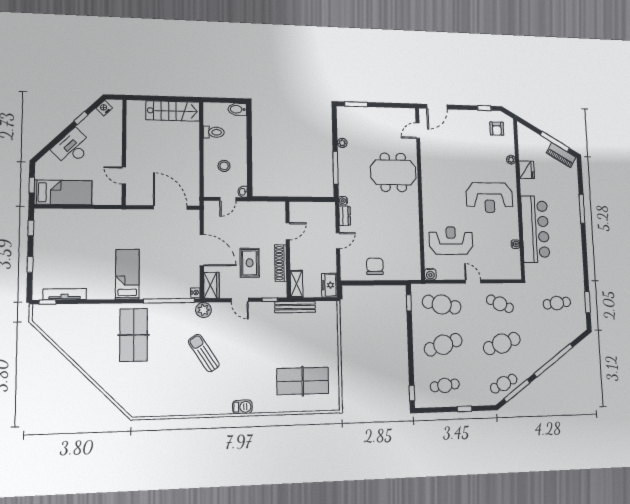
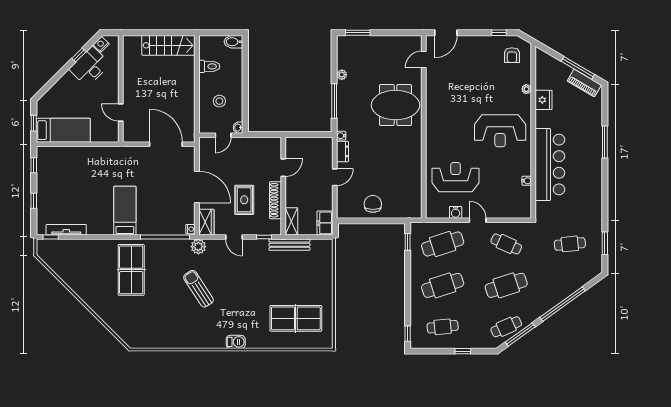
desk: (72, 148) -> (90, 67), moved
water cooler: (430, 274) -> (456, 212), moved
cafe table: (442, 305) -> (443, 244), turned -30

